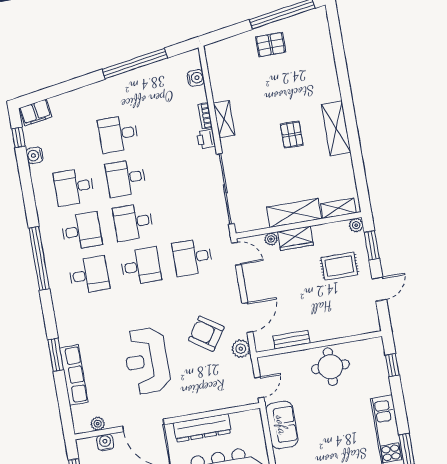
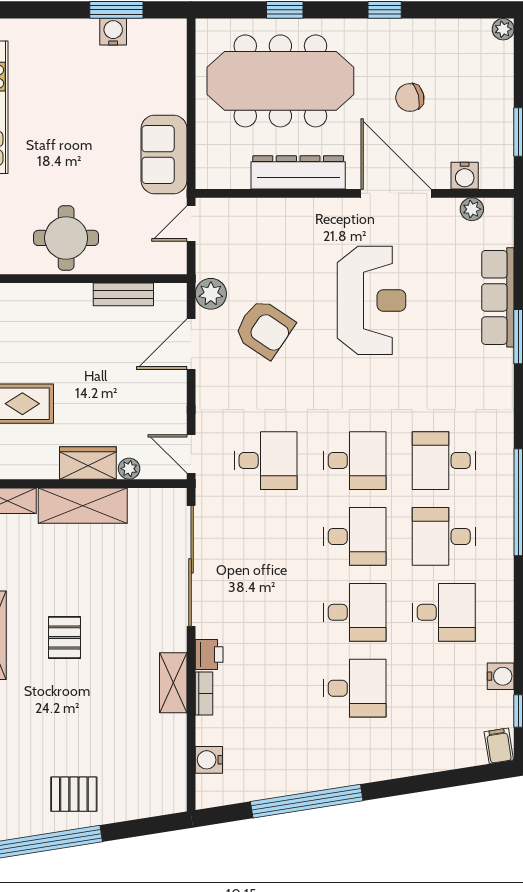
filing cabinet: (36, 113) -> (499, 746), width x0.50
desk: (141, 266) -> (355, 461), turned 180

